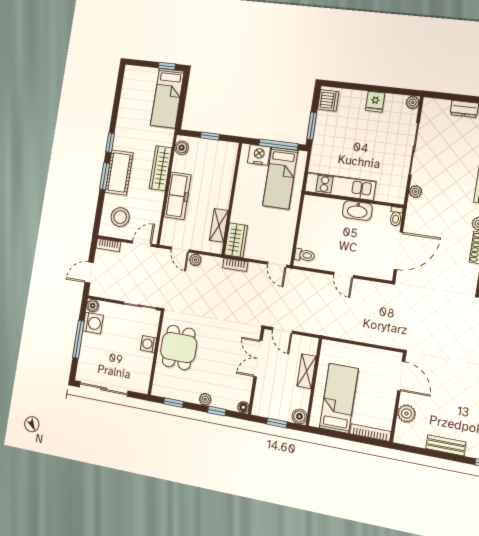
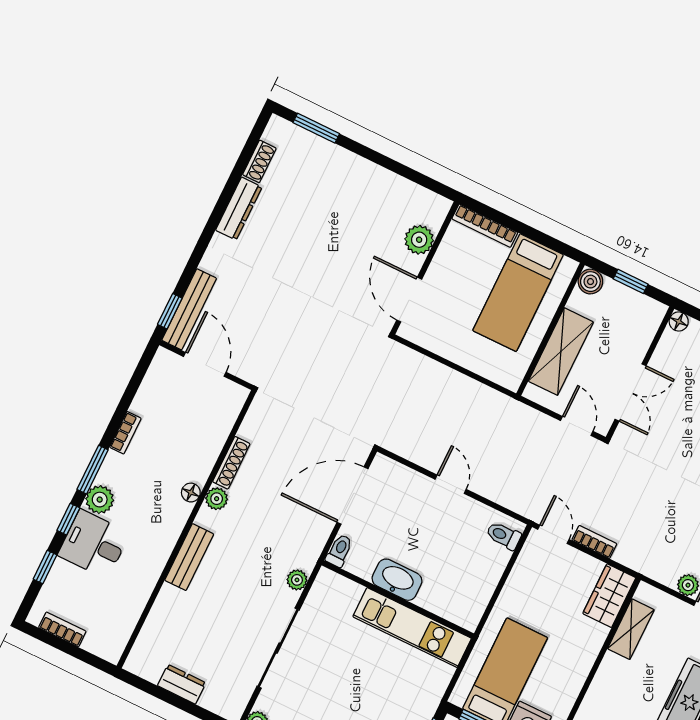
bookcase: (235, 265) -> (594, 542), moved
shelving: (306, 371) -> (561, 352), width x1.50, depth x1.33
bench: (446, 445) -> (374, 175), removed

